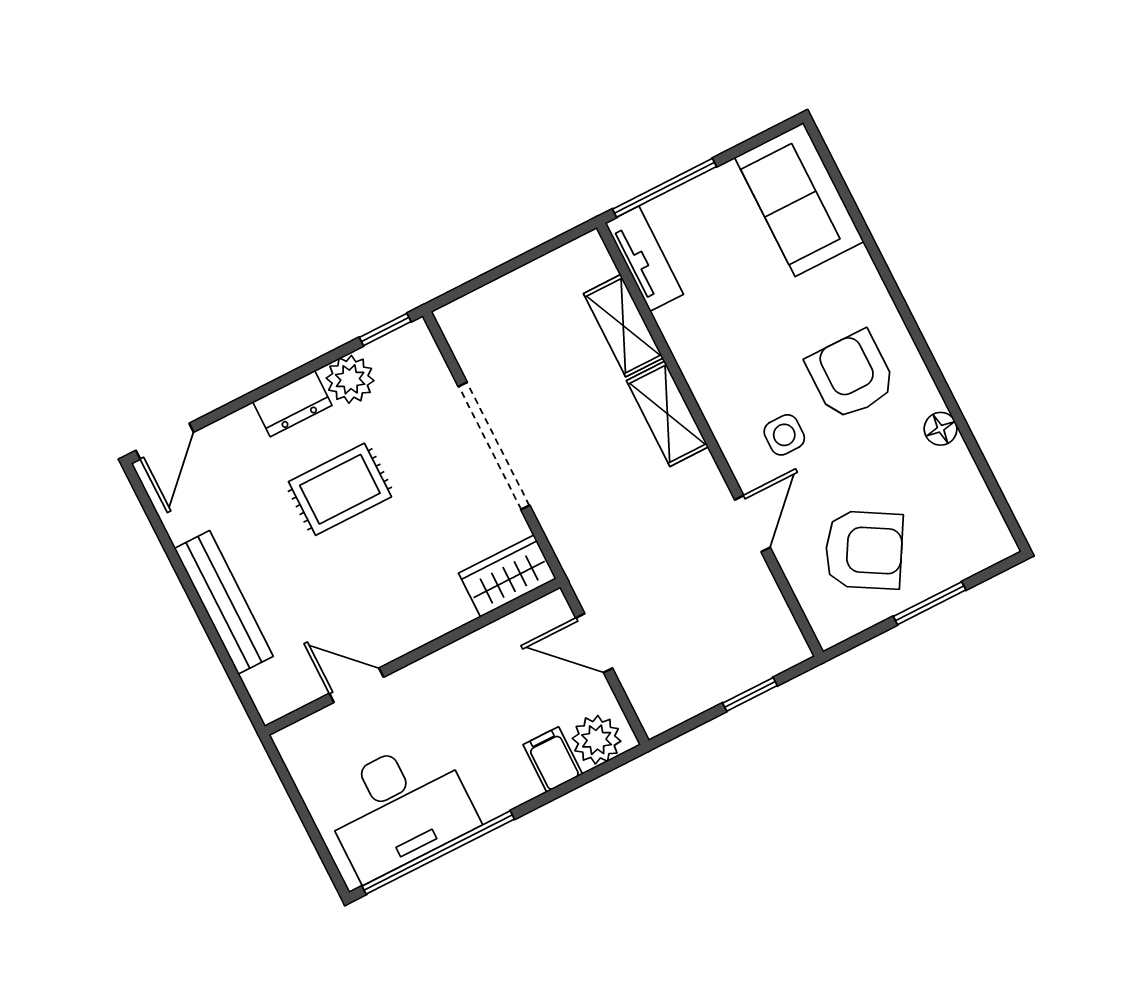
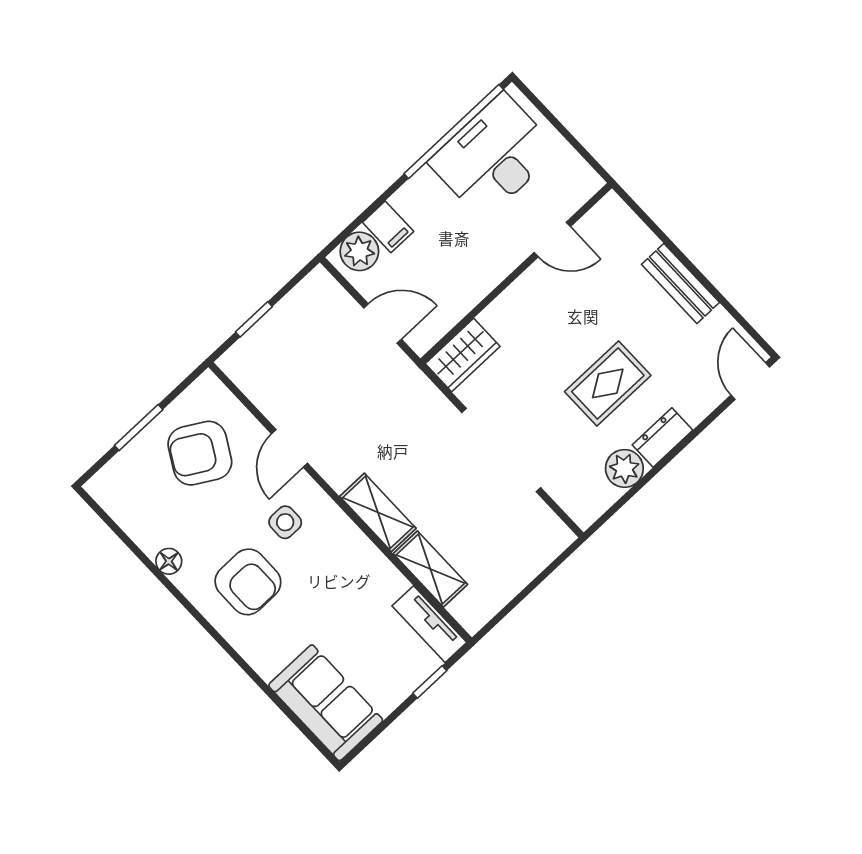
window: (665, 188) -> (430, 682), width x0.46
window: (385, 329) -> (609, 514), removed
bench: (224, 602) -> (680, 283), width x0.73

